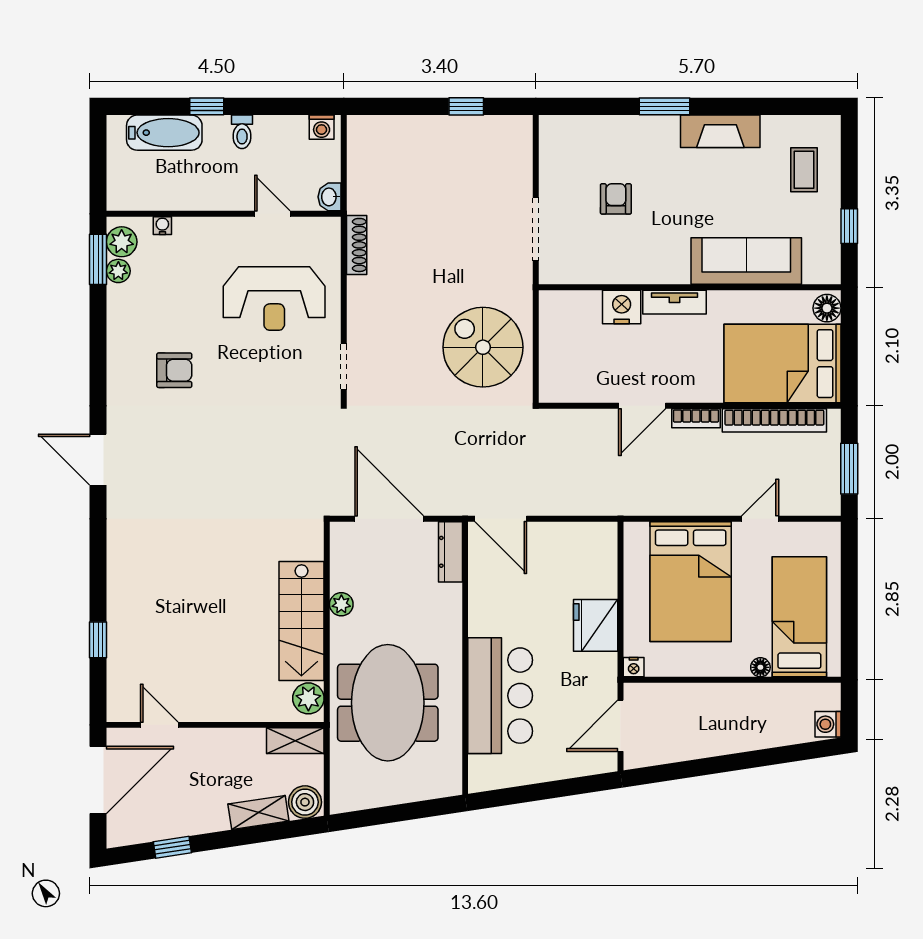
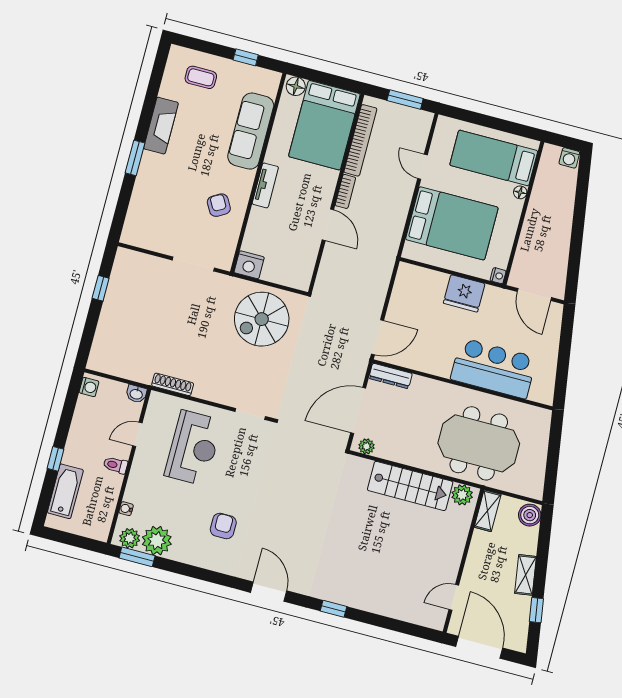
toilet: (242, 132) -> (115, 465), moved, turned 180
armchair: (616, 199) -> (219, 205), moved, turned 60
plant: (118, 271) -> (157, 541), width x1.87, depth x1.87
nightstand: (622, 307) -> (249, 265), moved, turned -90
door: (98, 460) -> (269, 592), swing flipped
plant: (341, 604) -> (366, 446), moved
window: (98, 640) -> (334, 609), moved
shelving: (258, 813) -> (526, 575), moved

